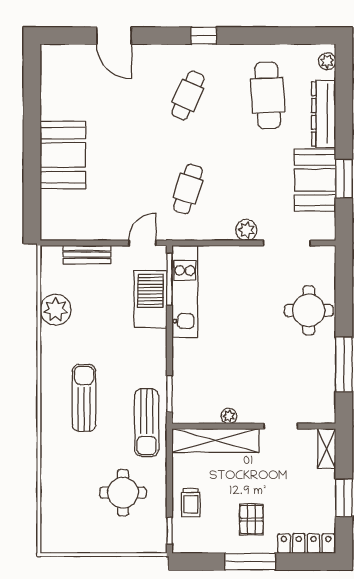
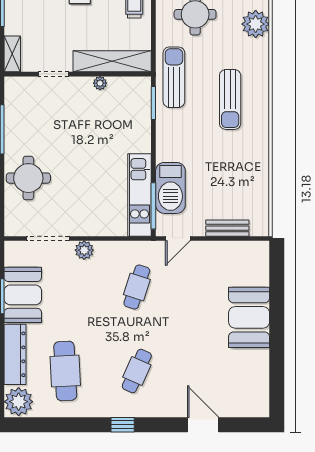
plant: (327, 61) -> (19, 402), width x1.88, depth x1.88
plant: (56, 310) -> (256, 24), moved

